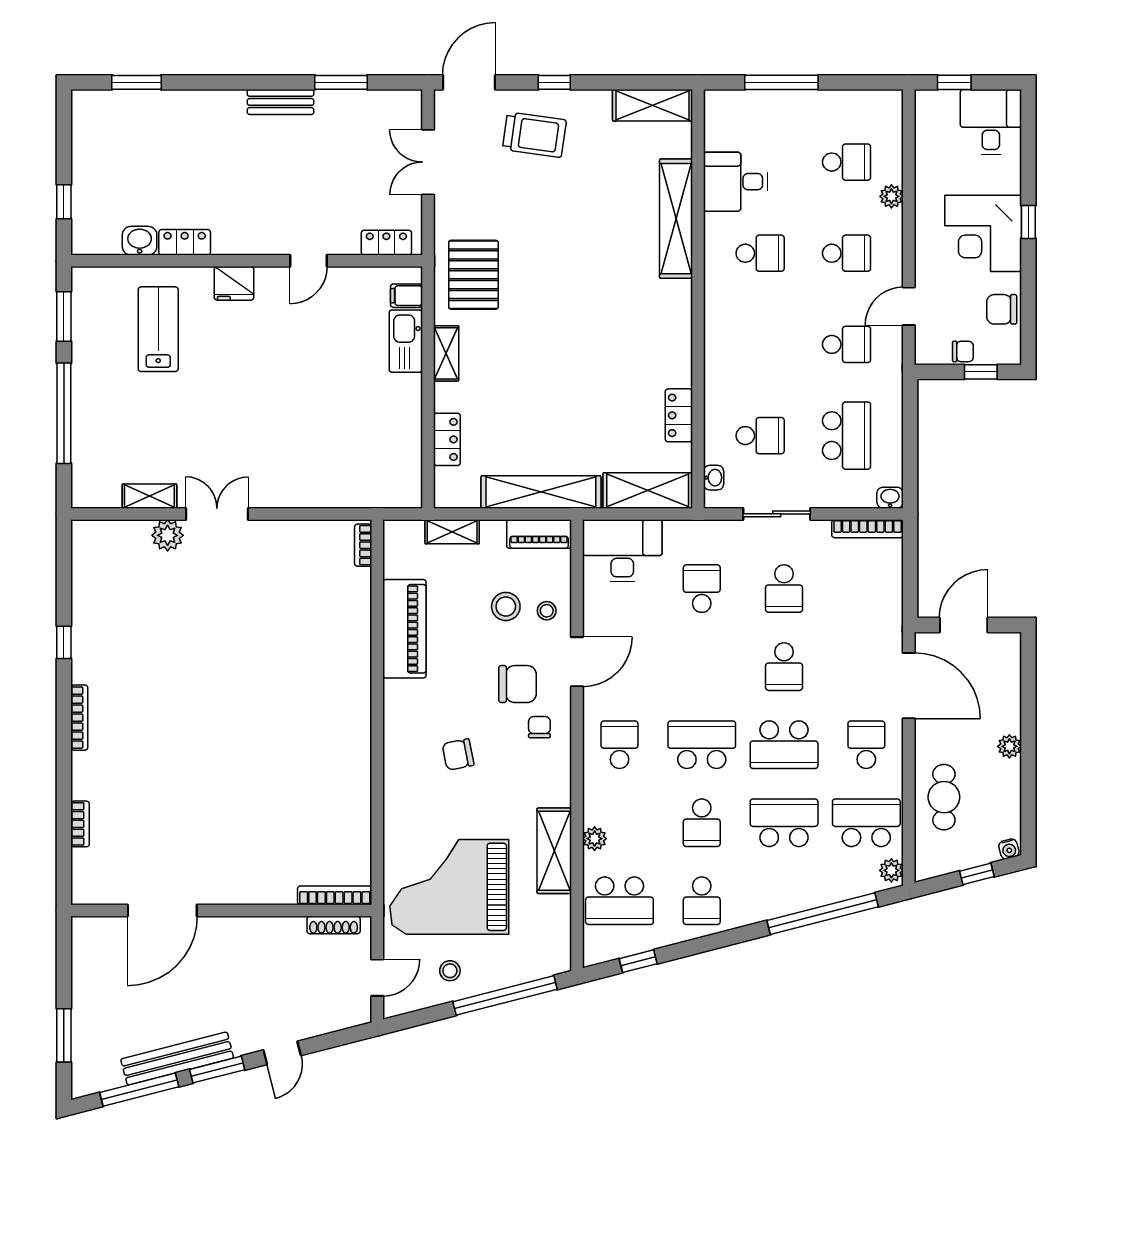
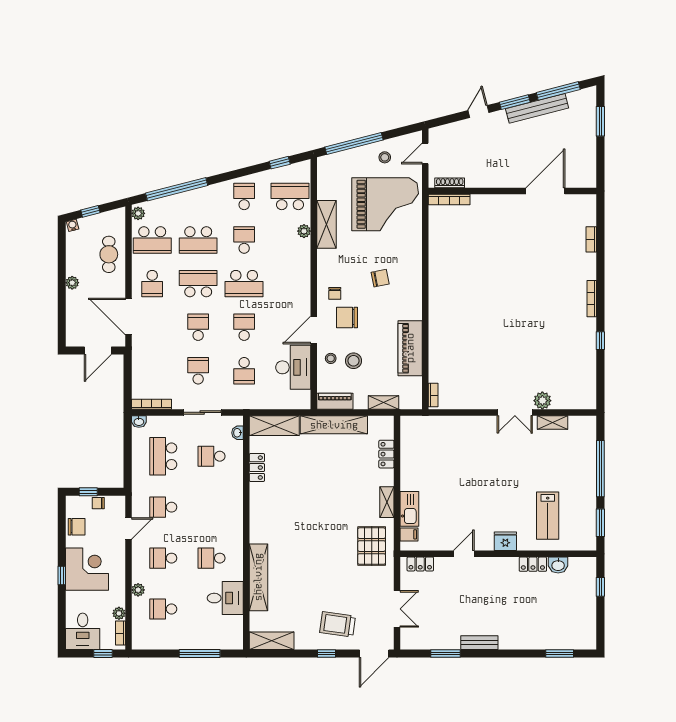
bookcase: (923, 119) -> (120, 633), added
plant: (926, 154) -> (119, 613), added
desk: (622, 551) -> (293, 367), moved, turned -90
school desk: (619, 745) -> (244, 327), moved, turned 180

